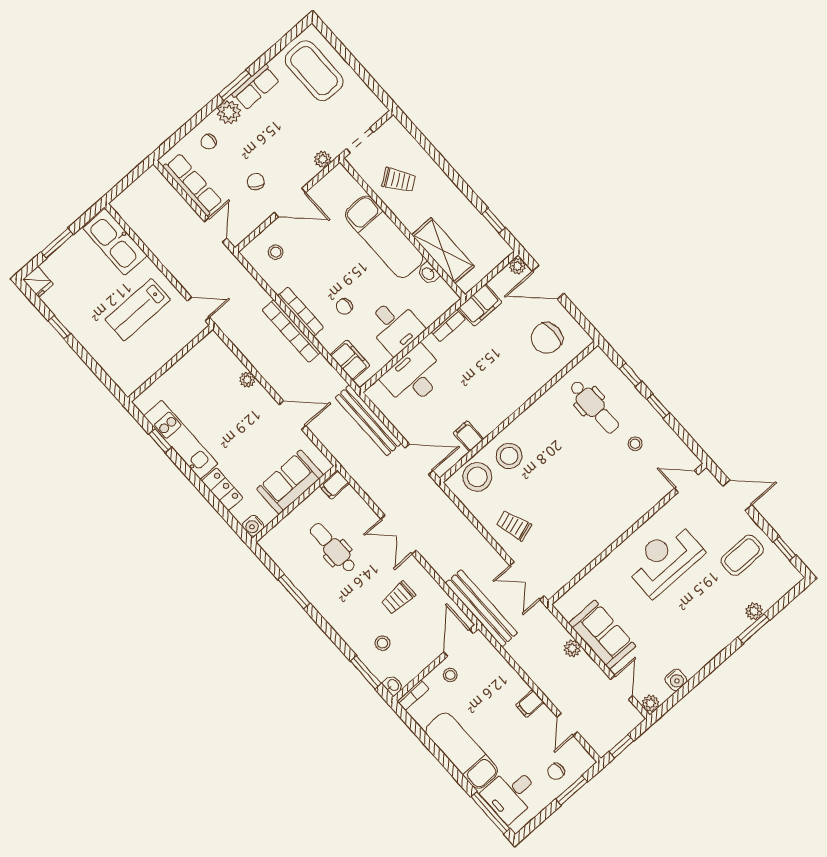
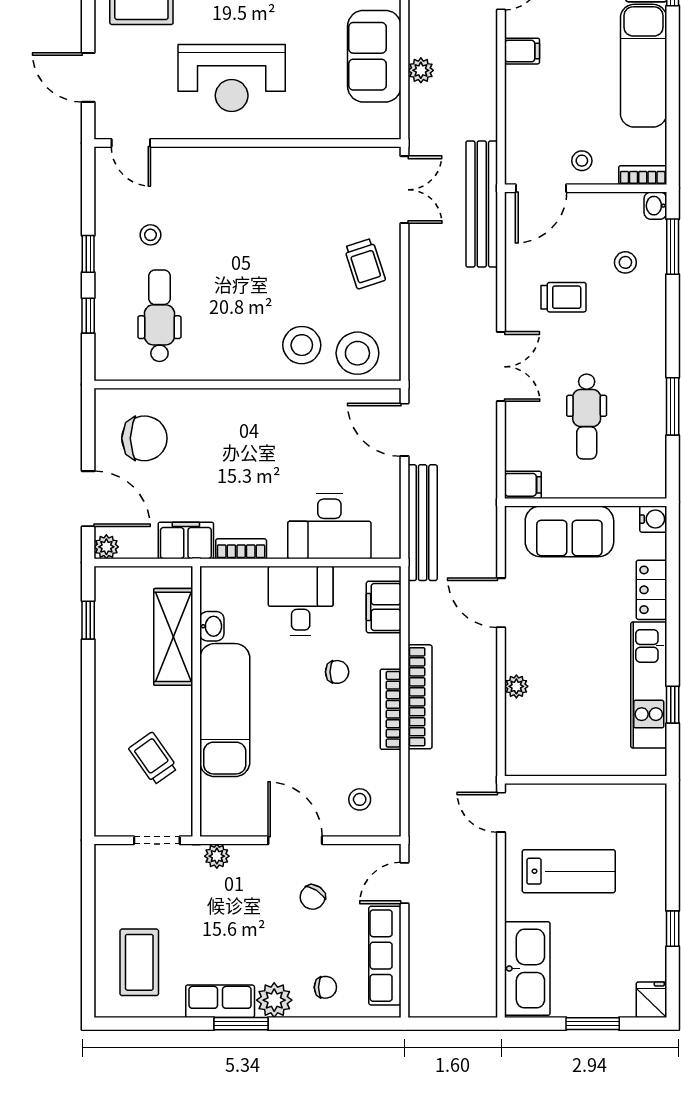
coffee table: (314, 71) -> (139, 962), width x0.73, depth x0.76
filing cabinet: (468, 436) -> (327, 407), removed

